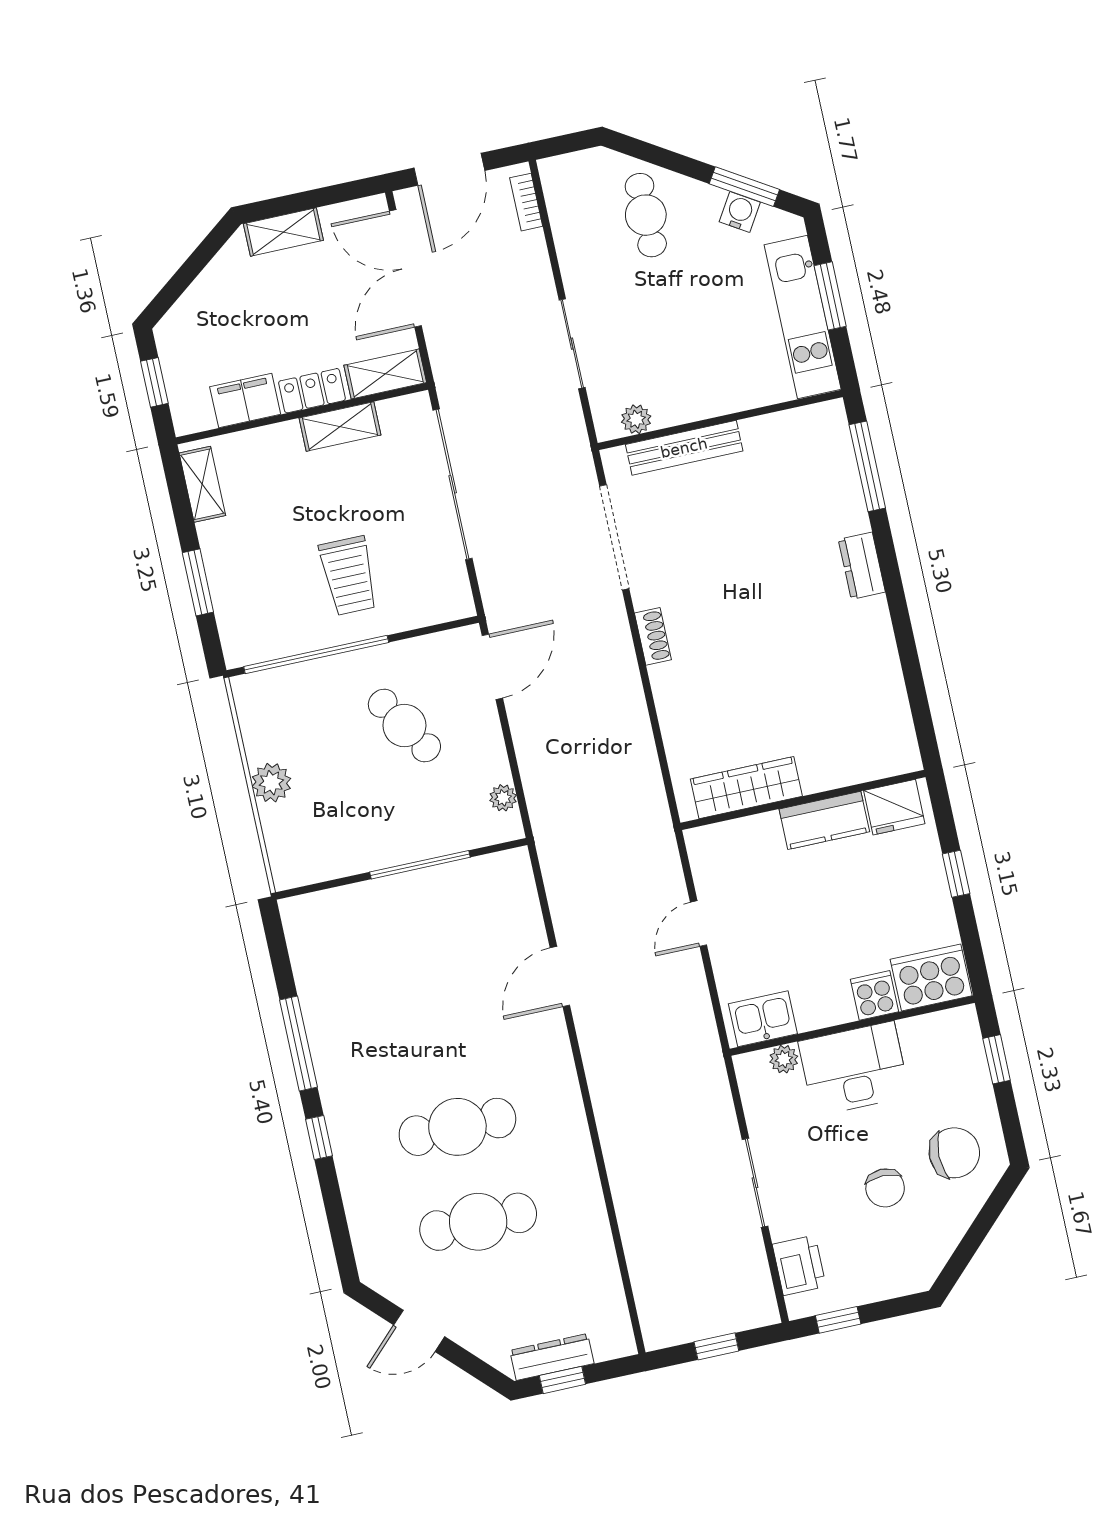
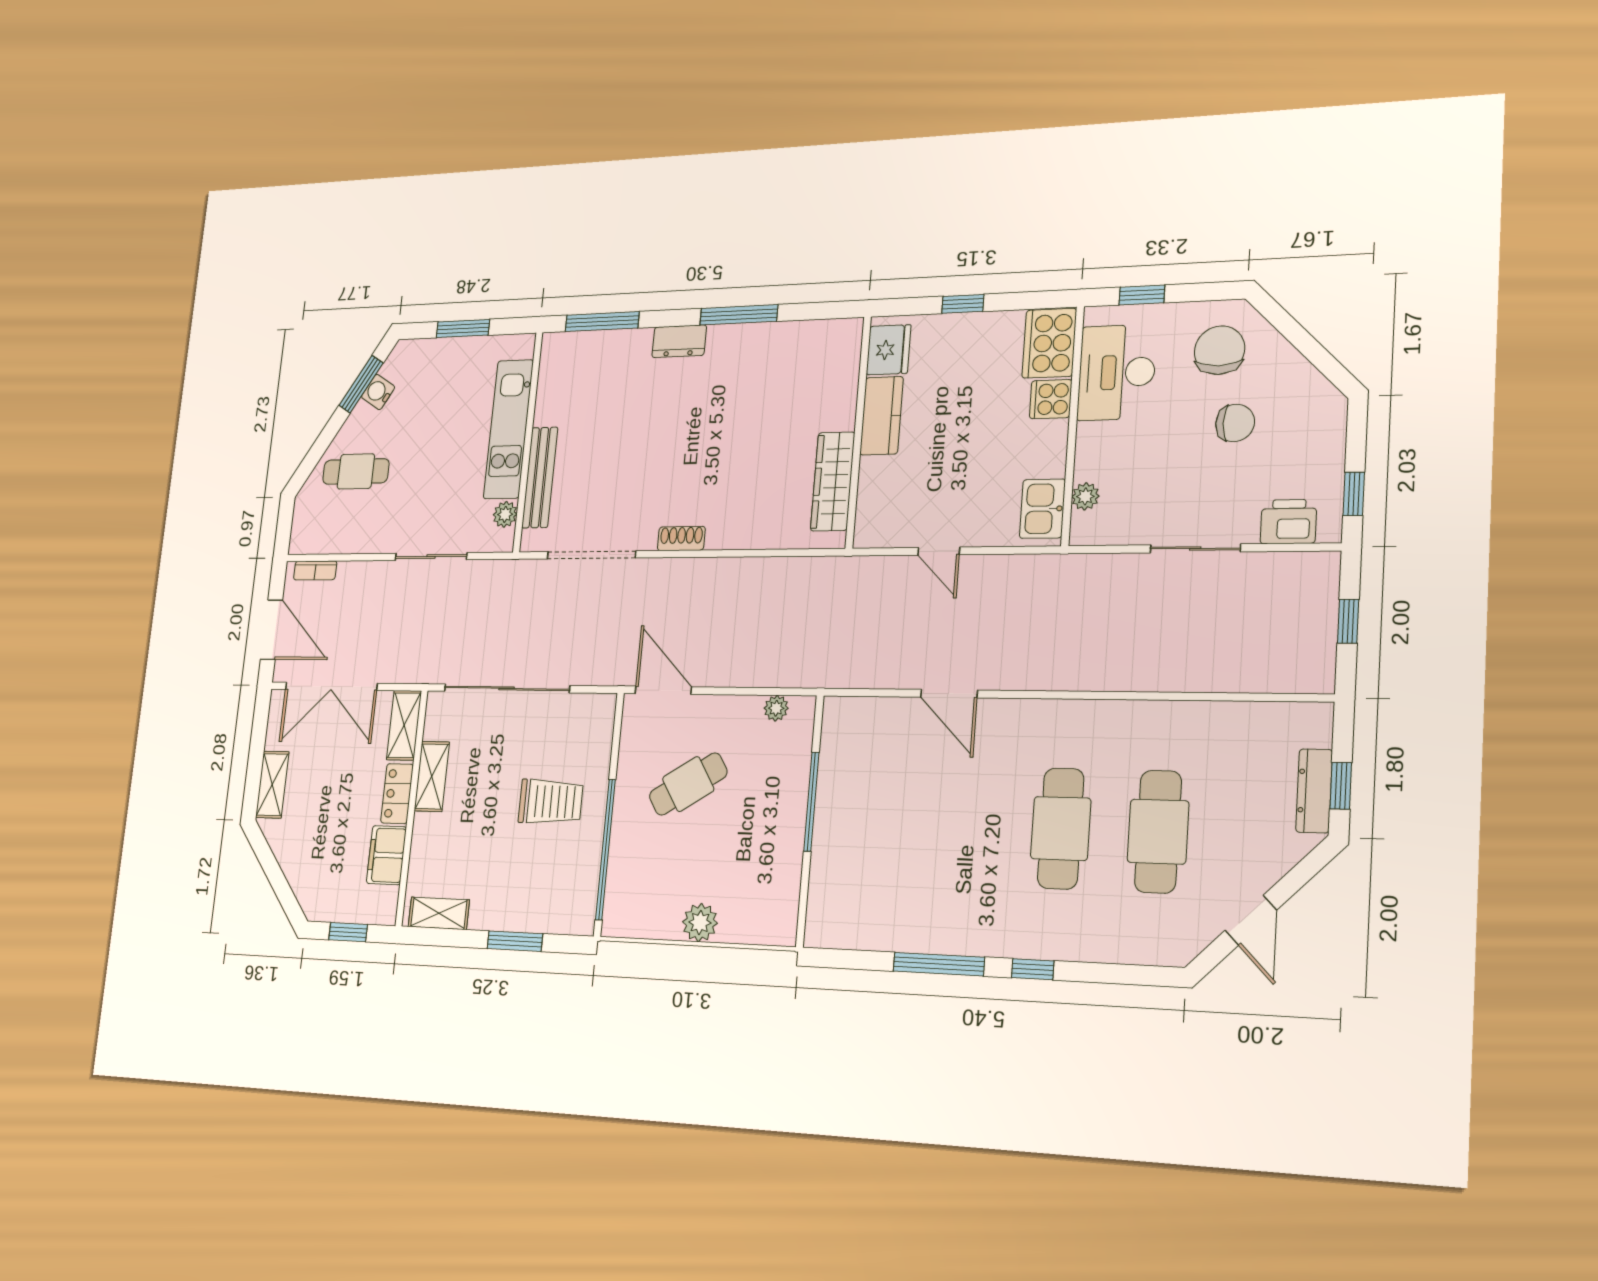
kitchen unit: (803, 317) -> (508, 429), moved, turned 90
window: (902, 626) -> (739, 315), added
desk: (854, 1069) -> (1117, 372), moved

